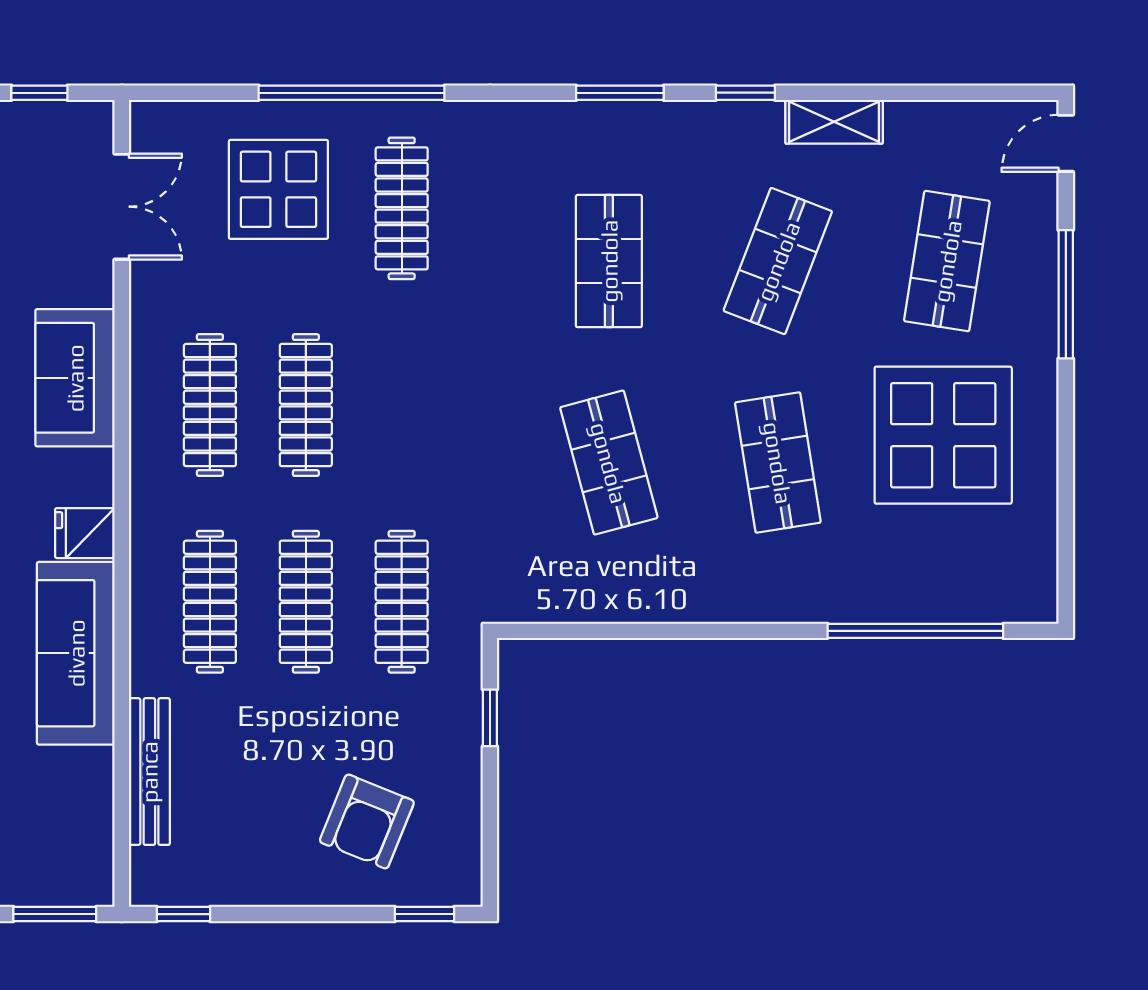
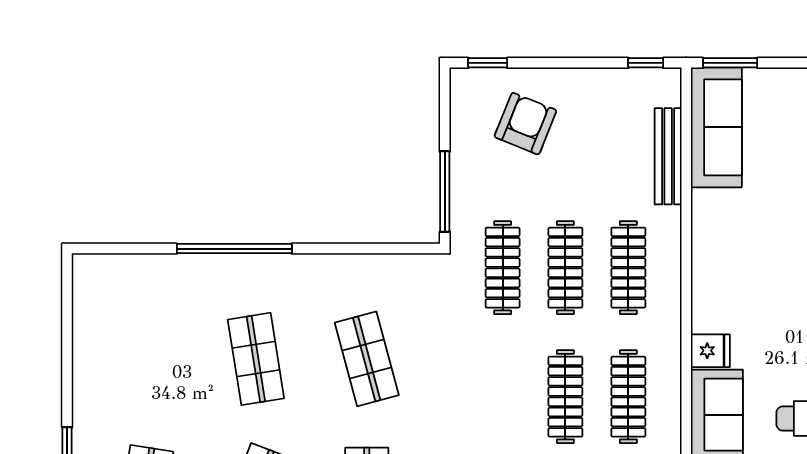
display table: (943, 435) -> (147, 377), removed
fridge: (85, 533) -> (710, 351), moved
window: (915, 631) -> (234, 249), moved
sofa: (76, 653) -> (716, 127), moved
window: (490, 718) -> (445, 192), width x2.17

